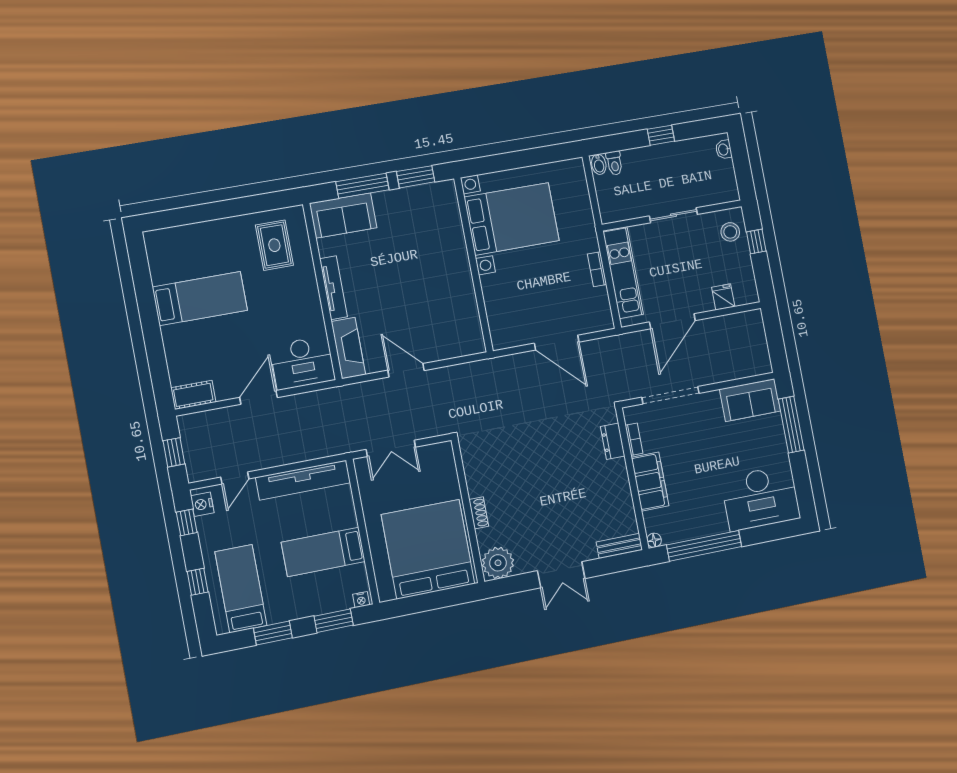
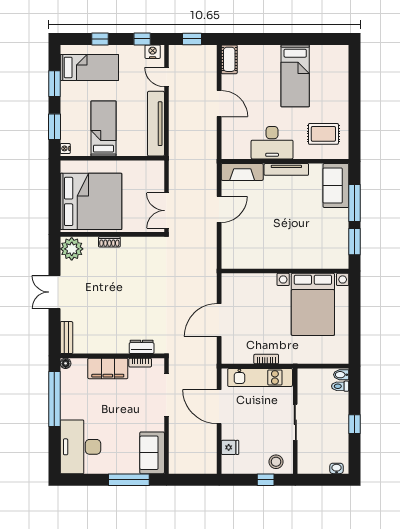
desk: (302, 363) -> (272, 143), moved, turned -90
double door: (391, 448) -> (166, 211), moved

